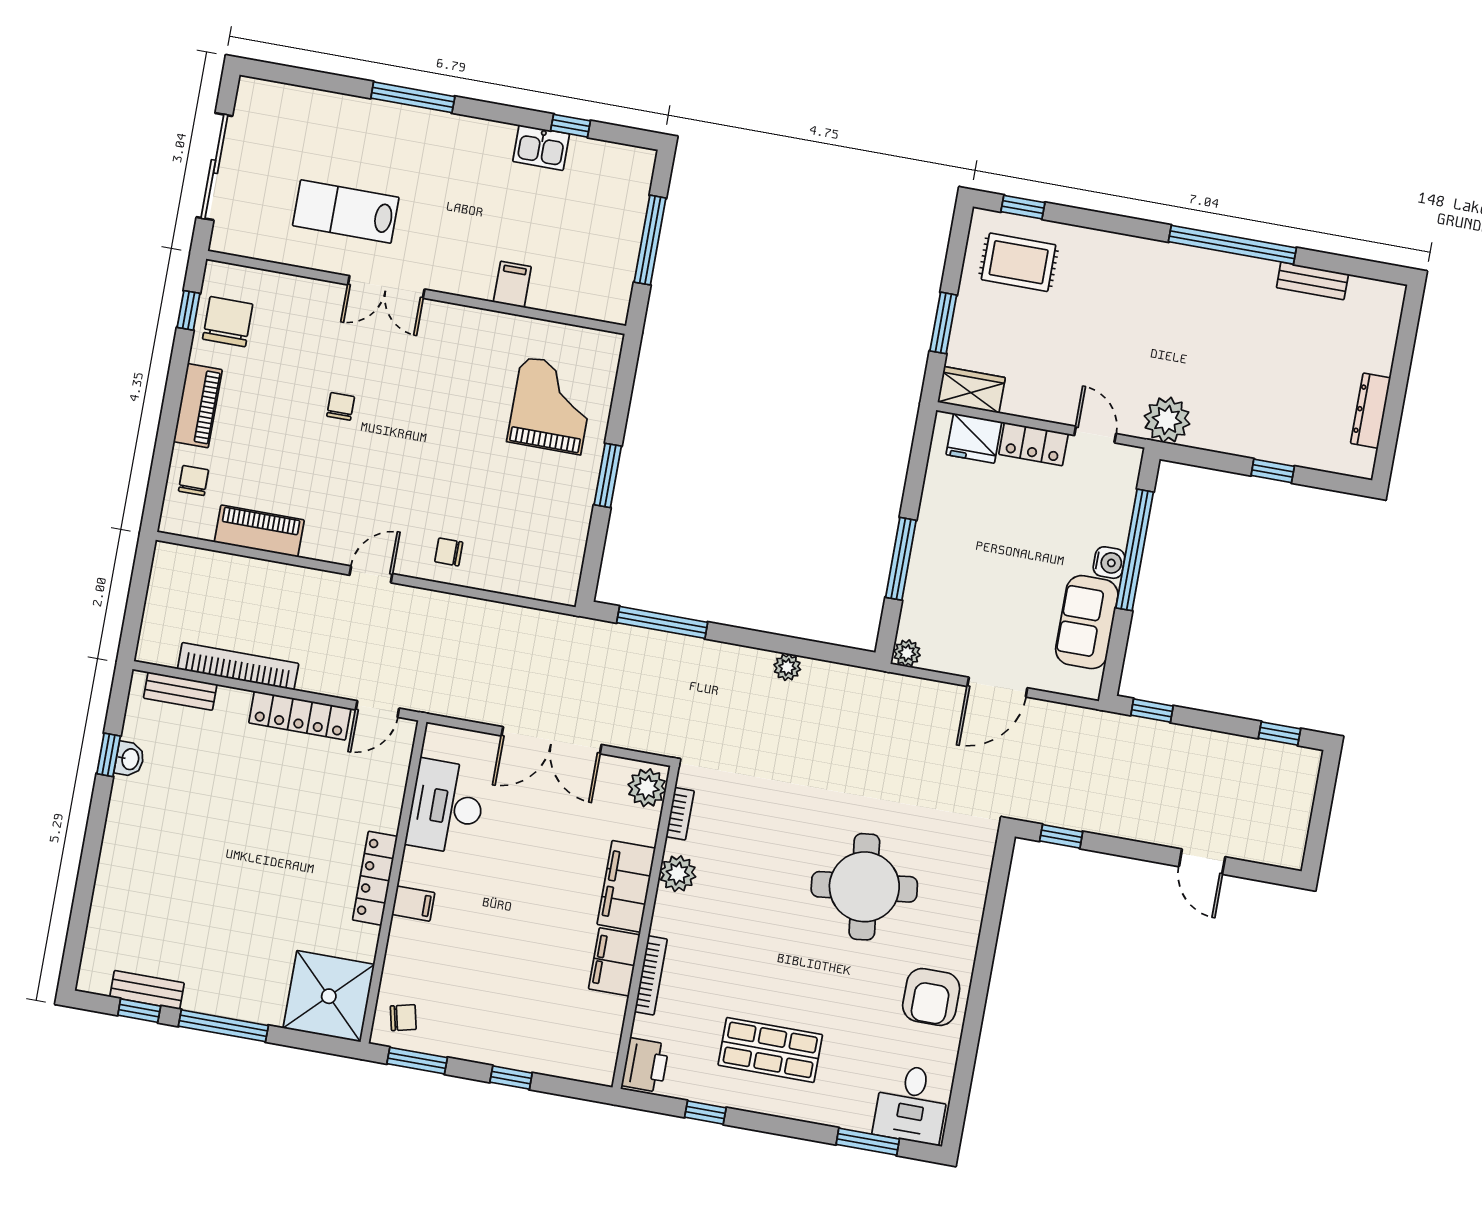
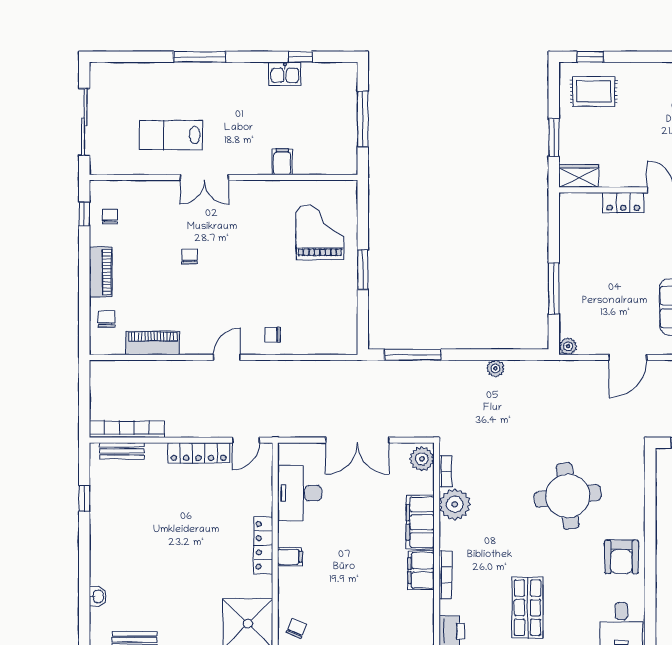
chair: (228, 322) -> (110, 217), width x0.54, depth x0.54
fridge: (974, 438) -> (586, 206), removed
bookcase: (238, 666) -> (127, 429), moved
washbasin: (130, 759) -> (98, 596), moved
plant: (678, 874) -> (455, 504), width x1.36, depth x1.36
chair: (403, 1018) -> (296, 629), turned -54
shop shelf: (770, 1050) -> (528, 608), turned 90

